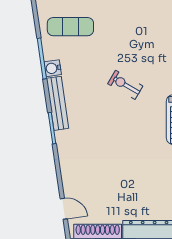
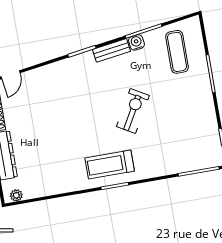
exercise bike: (125, 85) -> (133, 111), width x1.38, depth x1.39
bench: (58, 103) -> (112, 50), width x0.73

